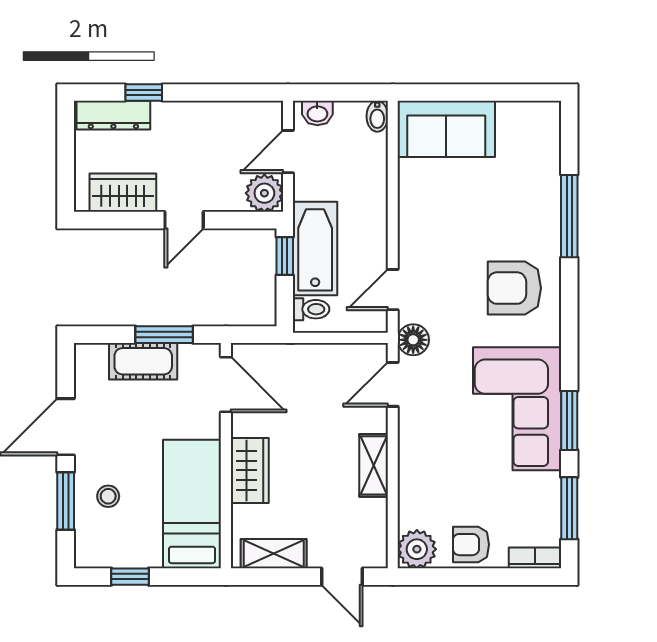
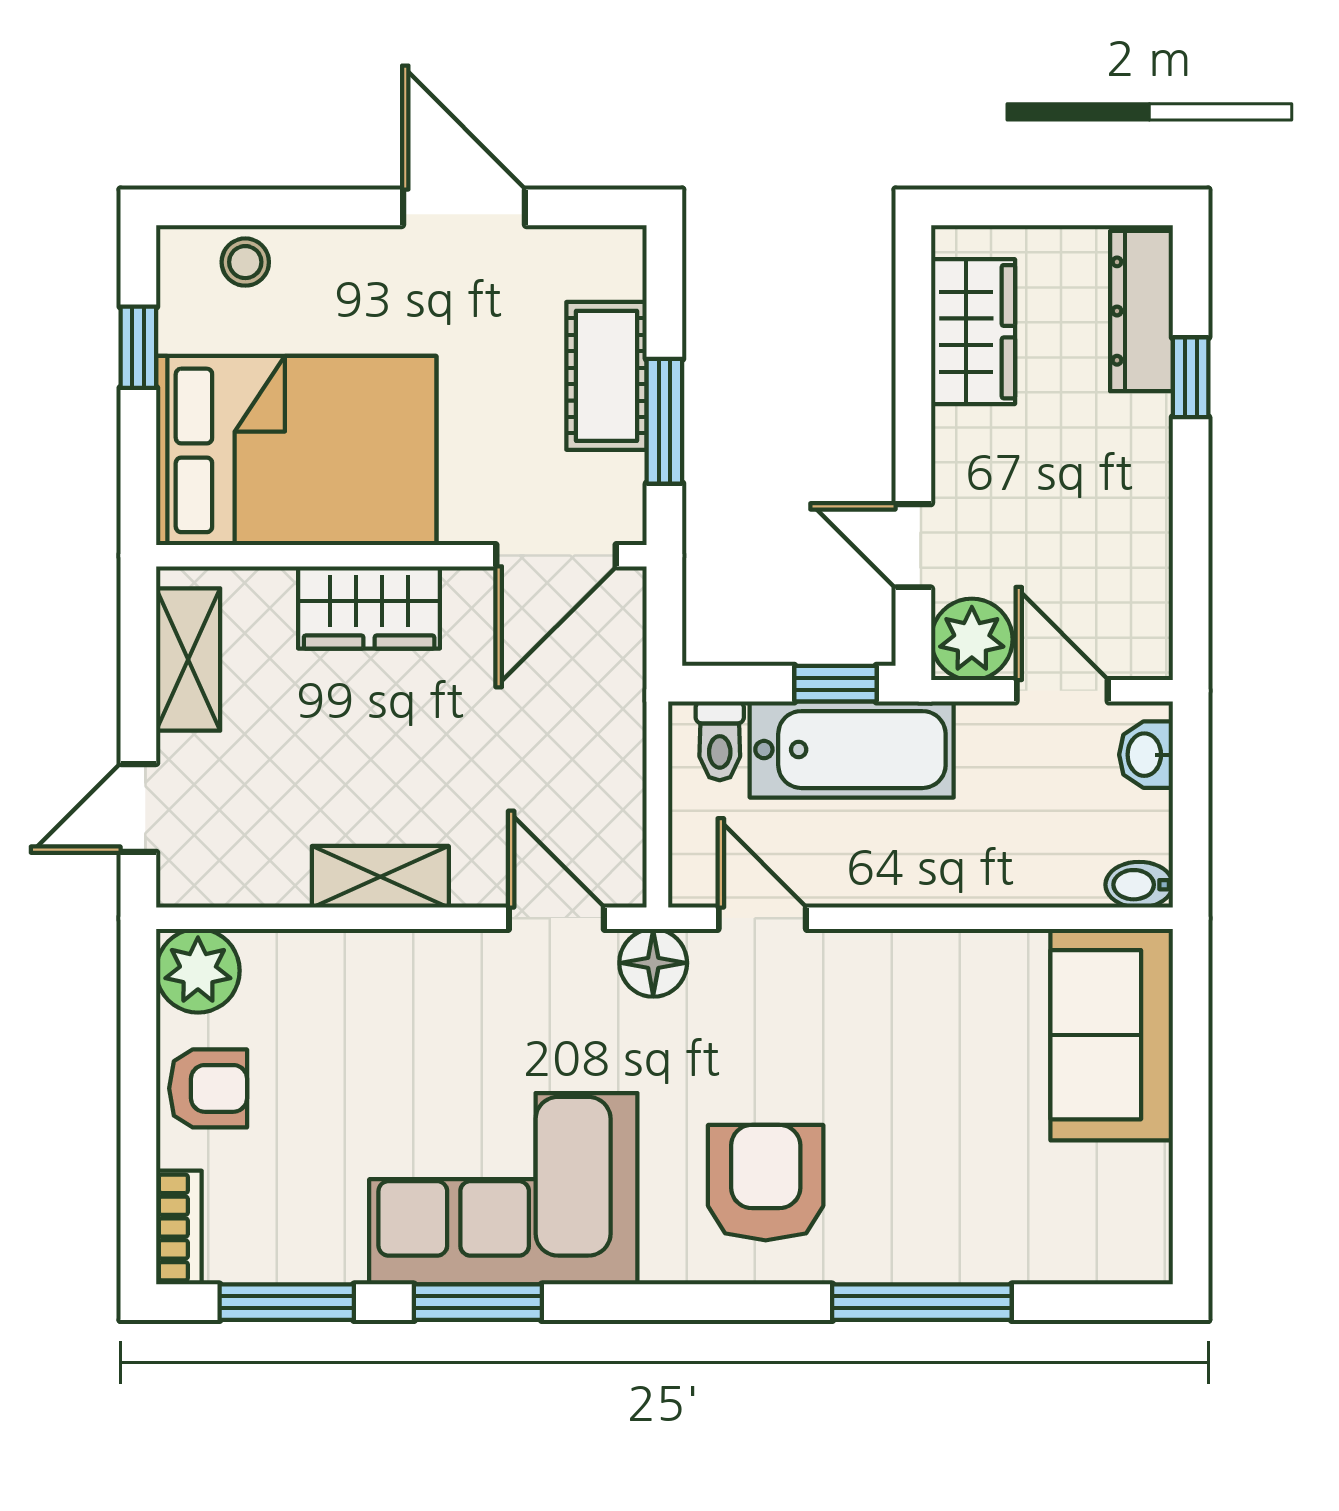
door: (184, 220) -> (913, 546), moved
stool: (108, 496) -> (245, 262), moved
window: (66, 501) -> (303, 207), removed
bed: (192, 504) -> (296, 450), width x1.50
armchair: (471, 545) -> (208, 1088), turned 90

